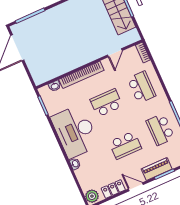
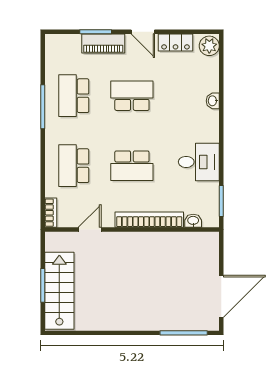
school desk: (160, 130) -> (74, 96), turned 180
desk: (75, 131) -> (199, 162), width x0.53, depth x0.77

